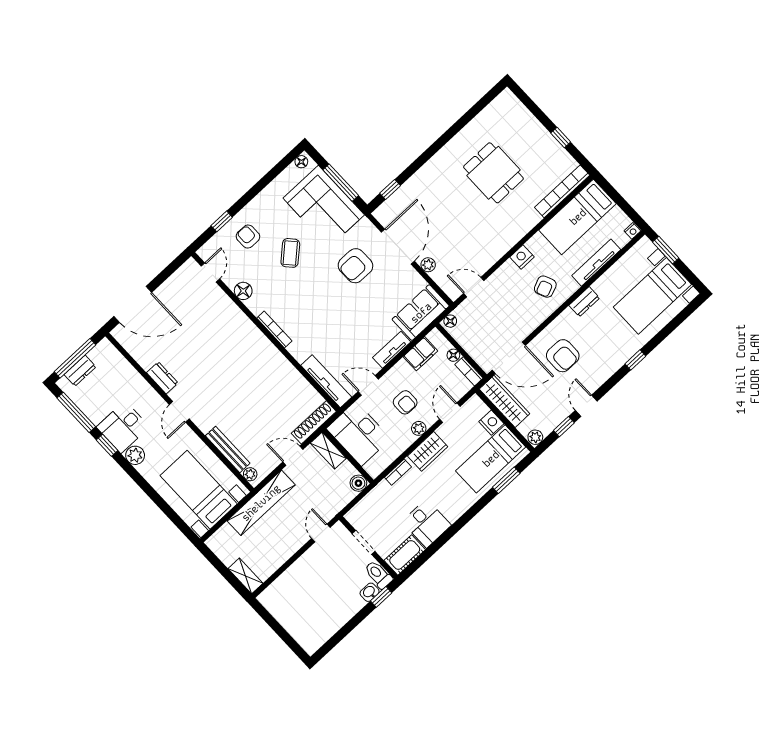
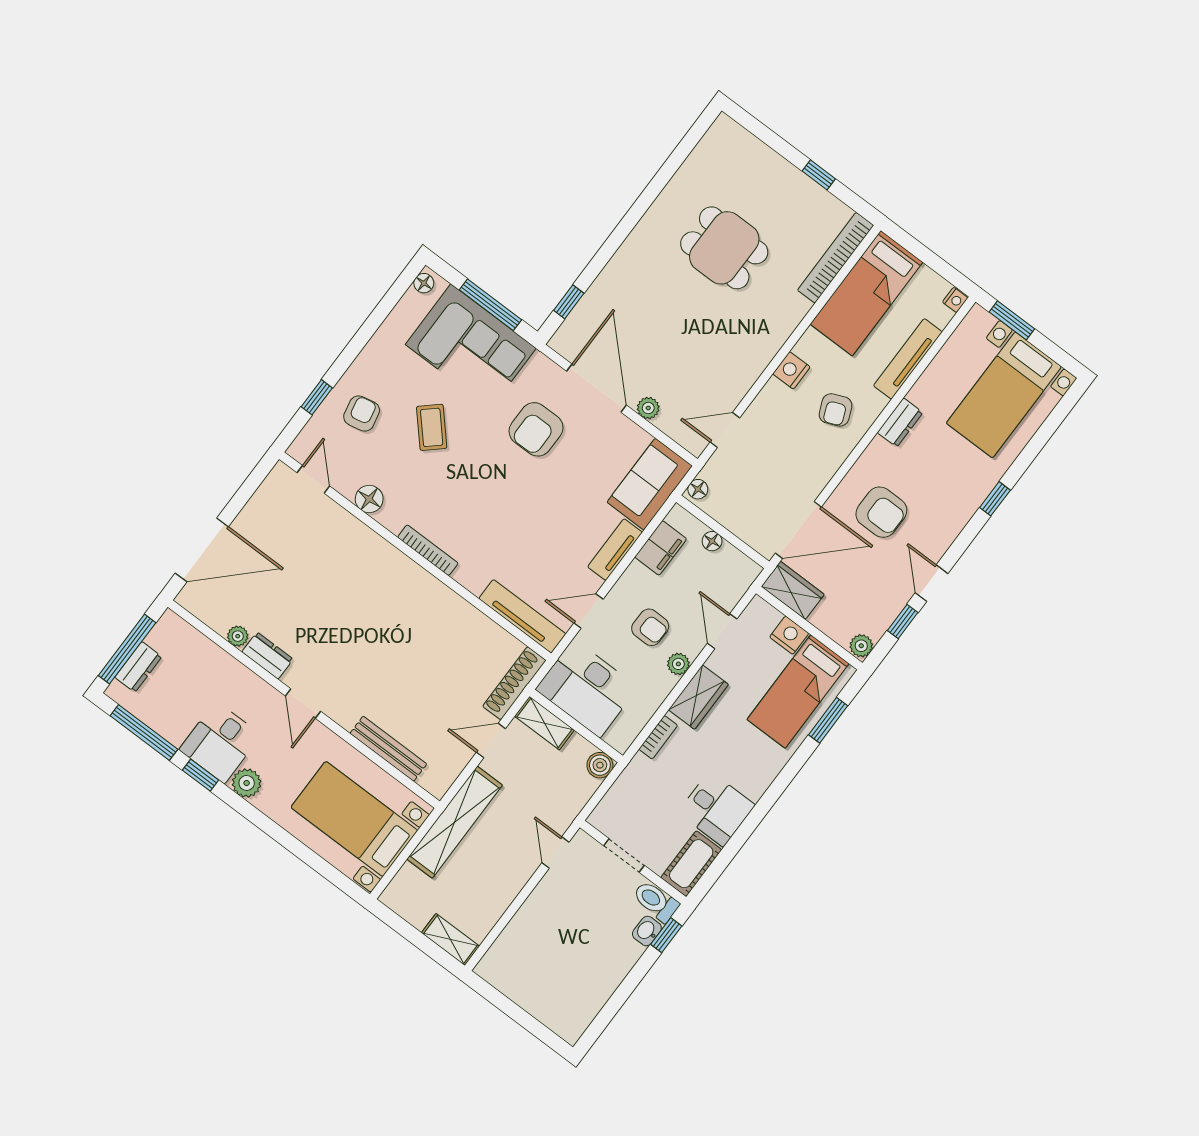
armchair: (248, 237) -> (362, 414), turned 78
bookcase: (469, 371) -> (740, 562), removed
wardrobe: (505, 401) -> (793, 590), width x0.67
plant: (250, 474) -> (238, 636), moved

